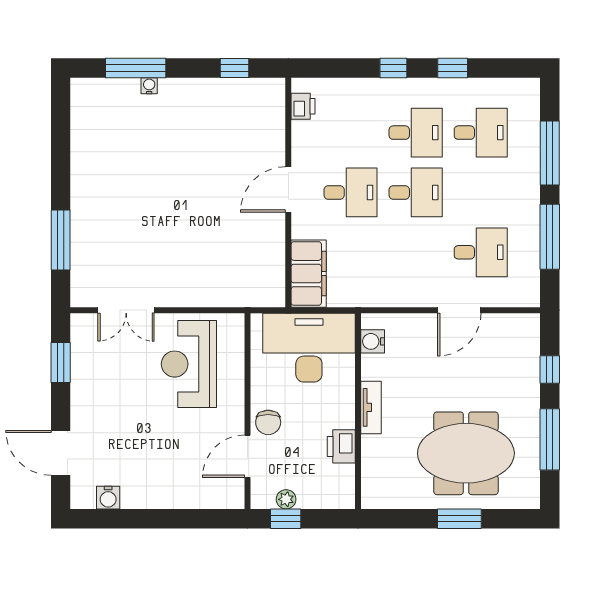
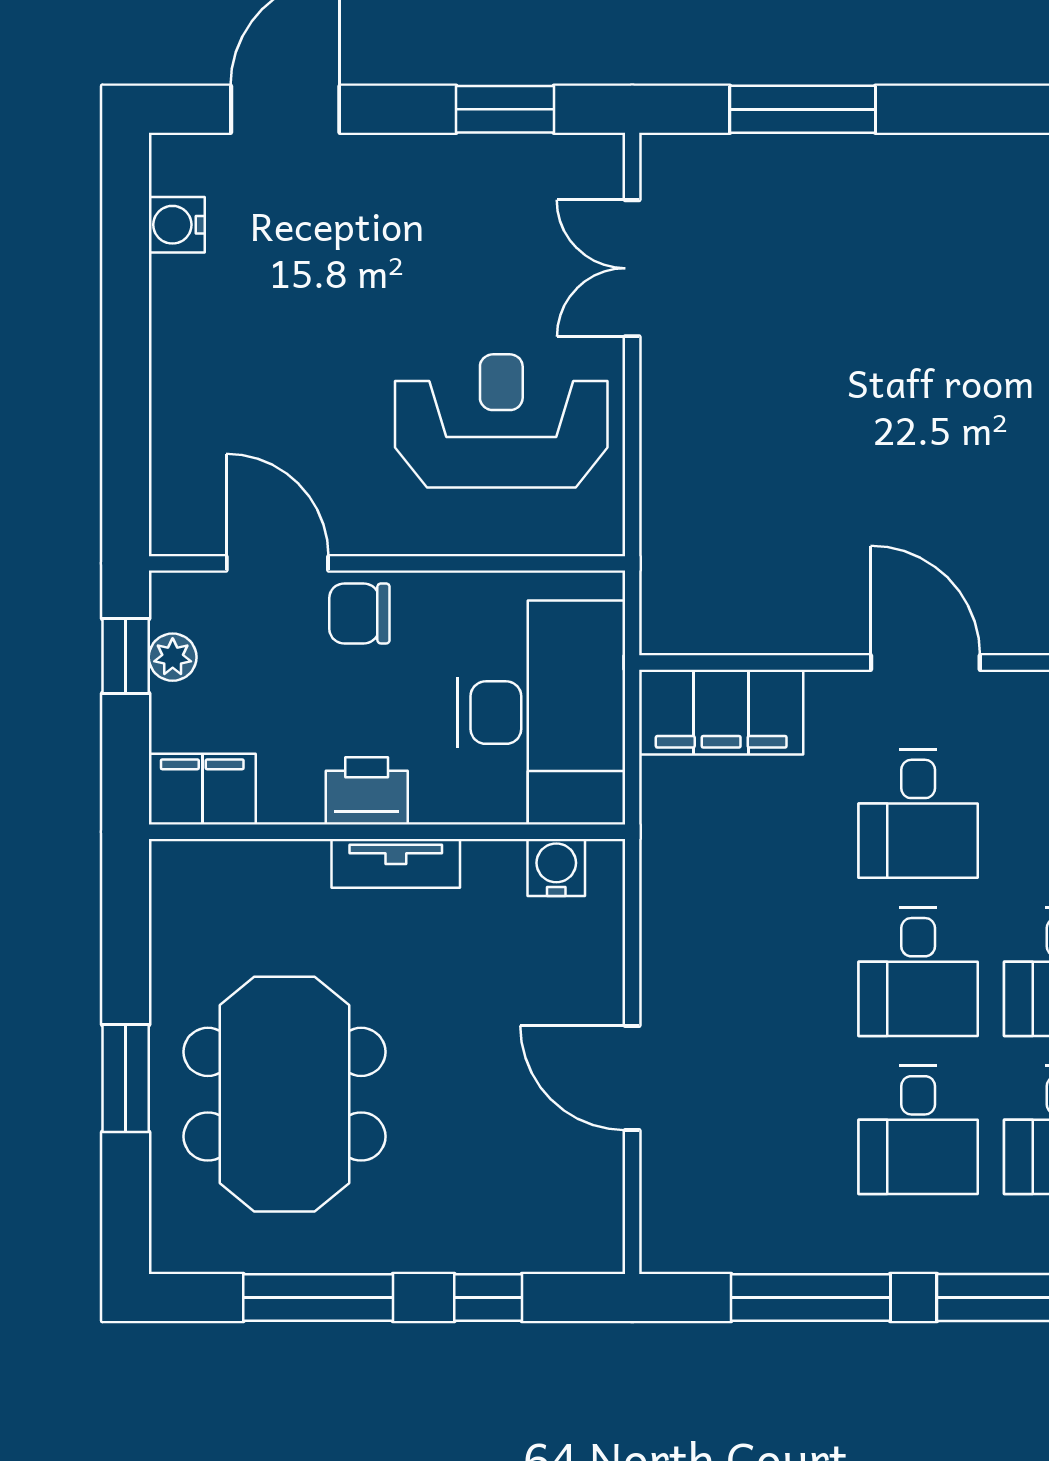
desk: (481, 252) -> (918, 1130), moved
printer: (341, 446) -> (367, 791), moved
filing cabinet: (340, 487) -> (202, 789), added

